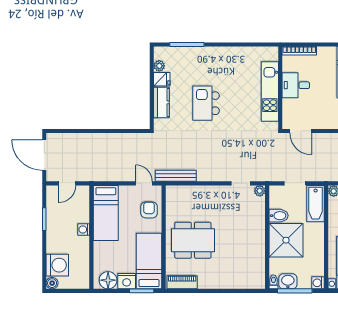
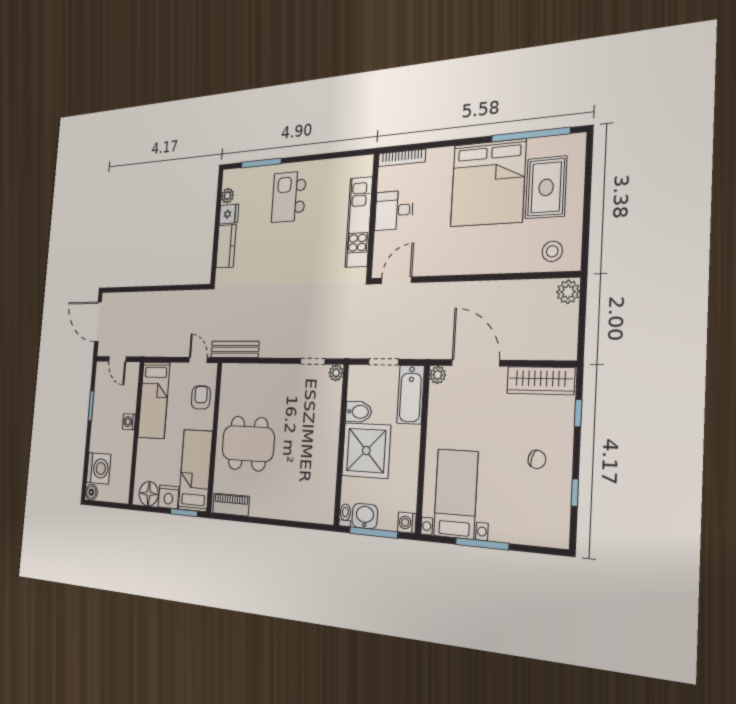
kitchen island: (206, 103) -> (289, 197), moved
door: (301, 131) -> (396, 280), swing flipped
door: (67, 183) -> (117, 359), hinge flipped

